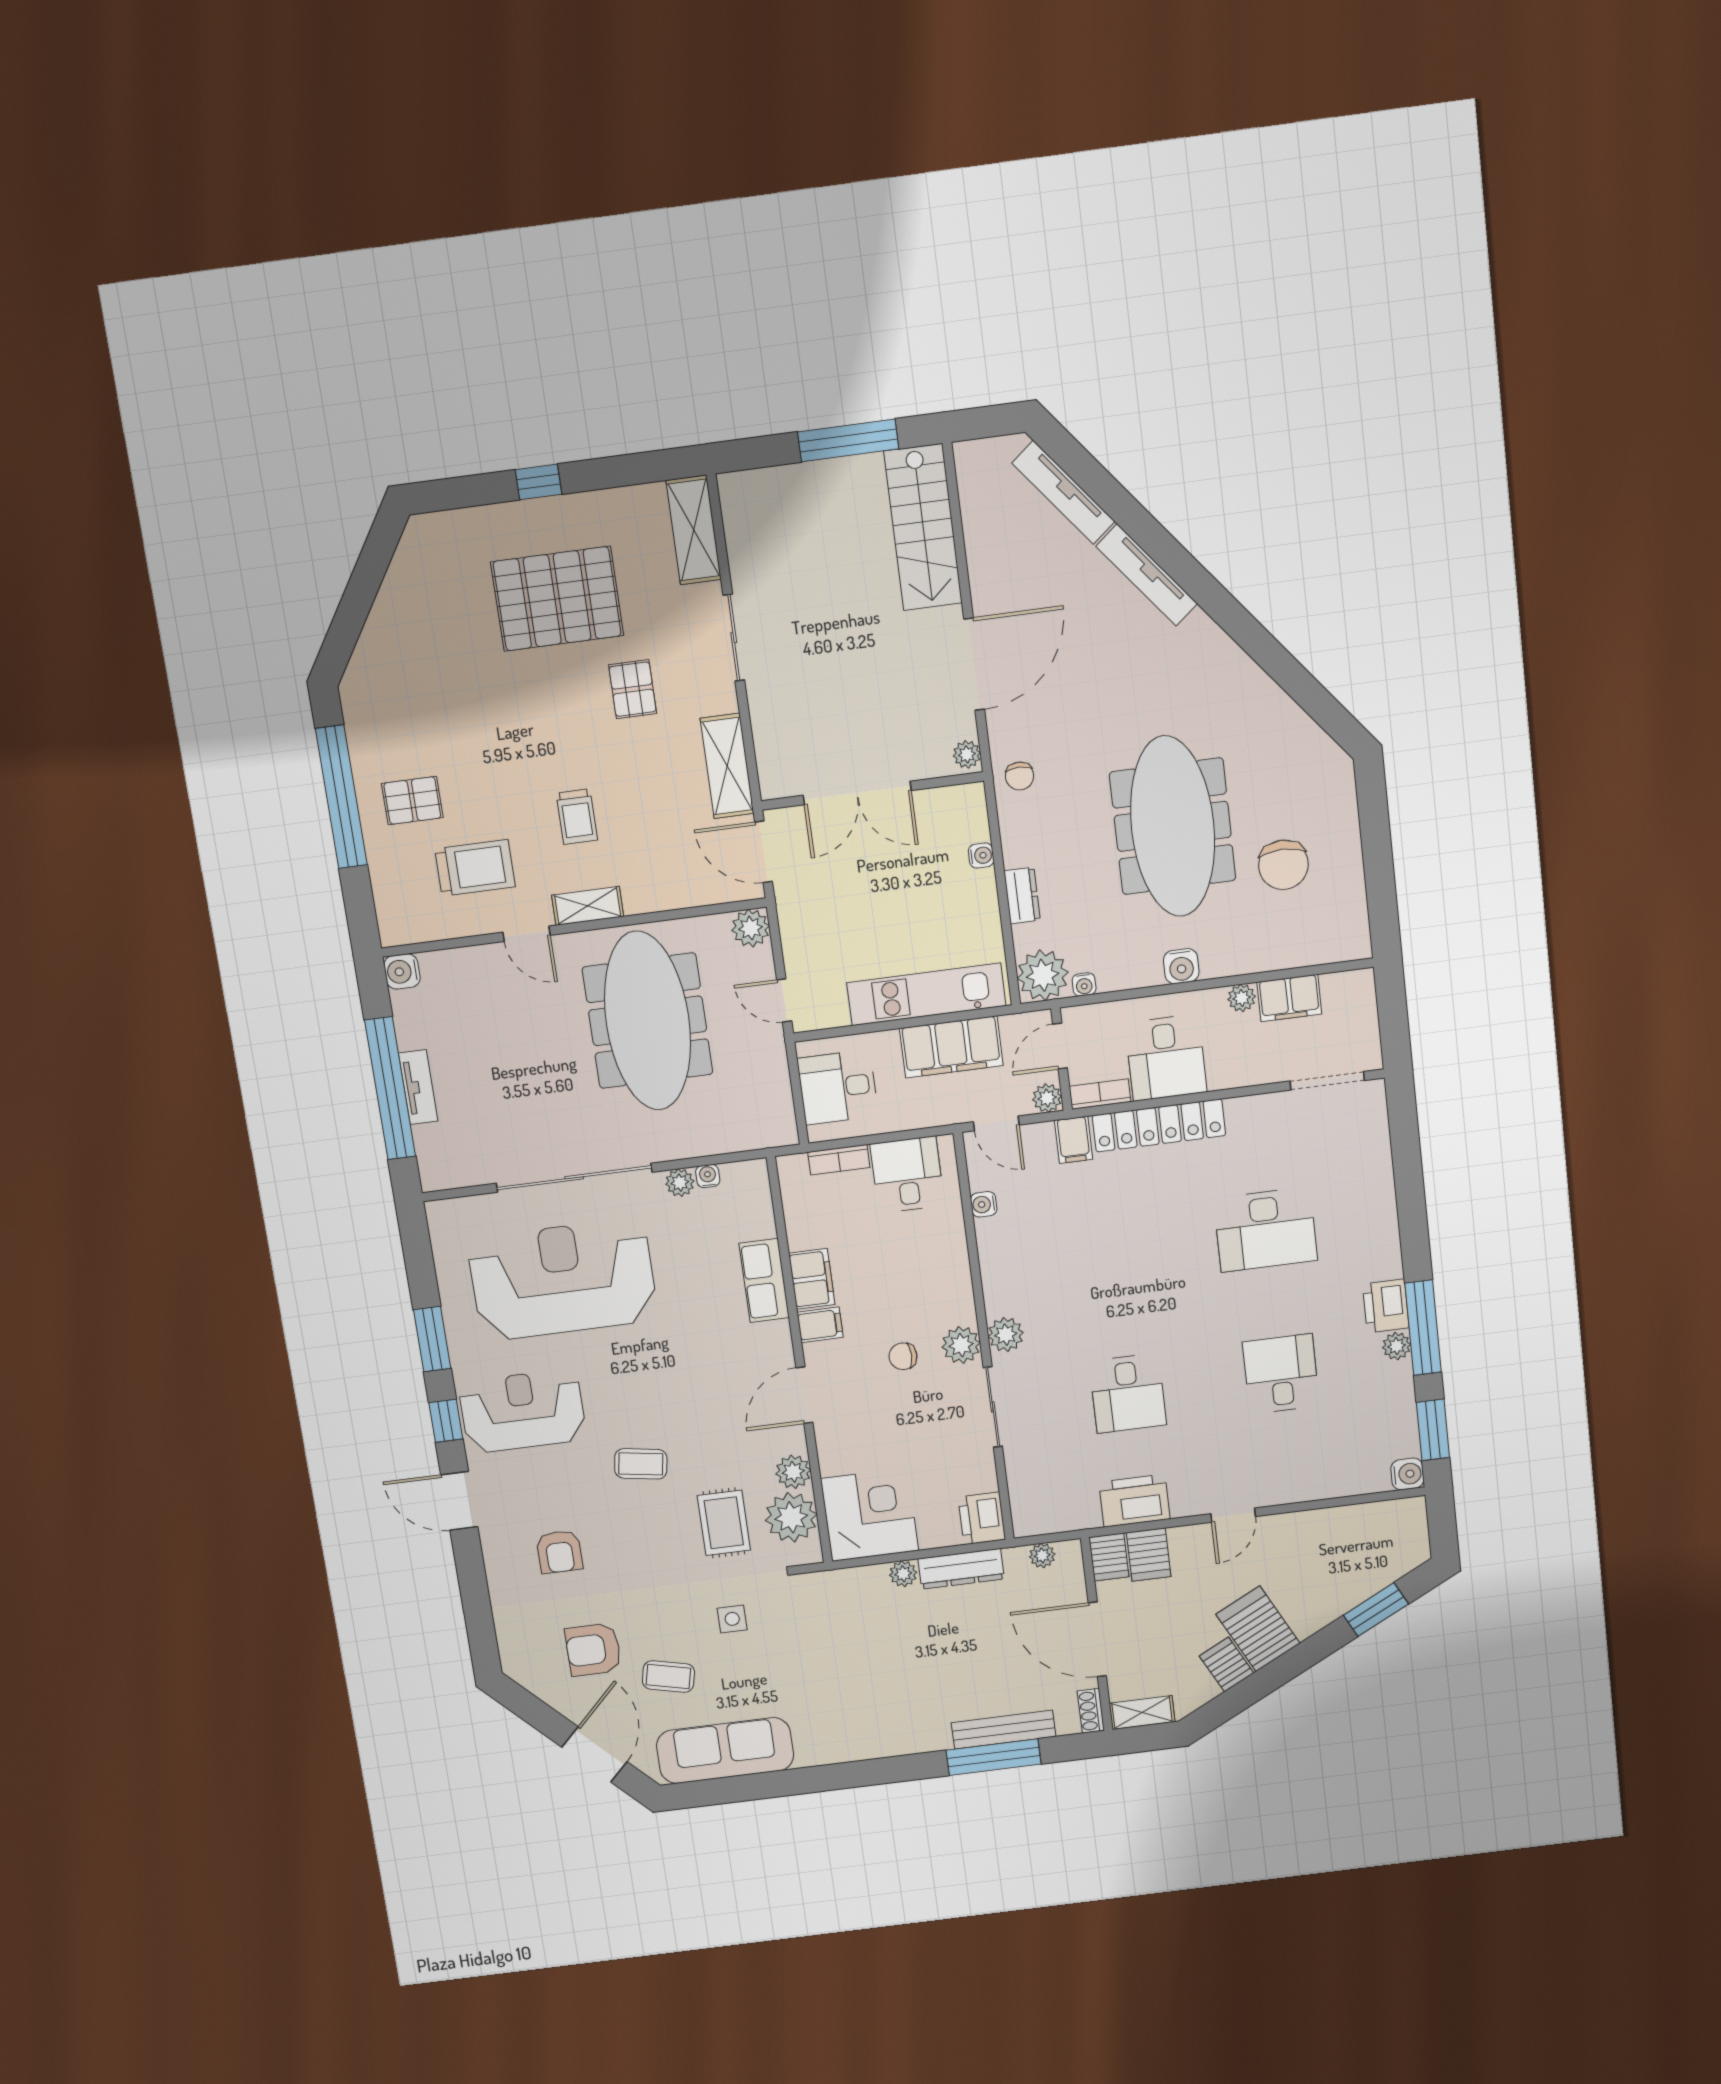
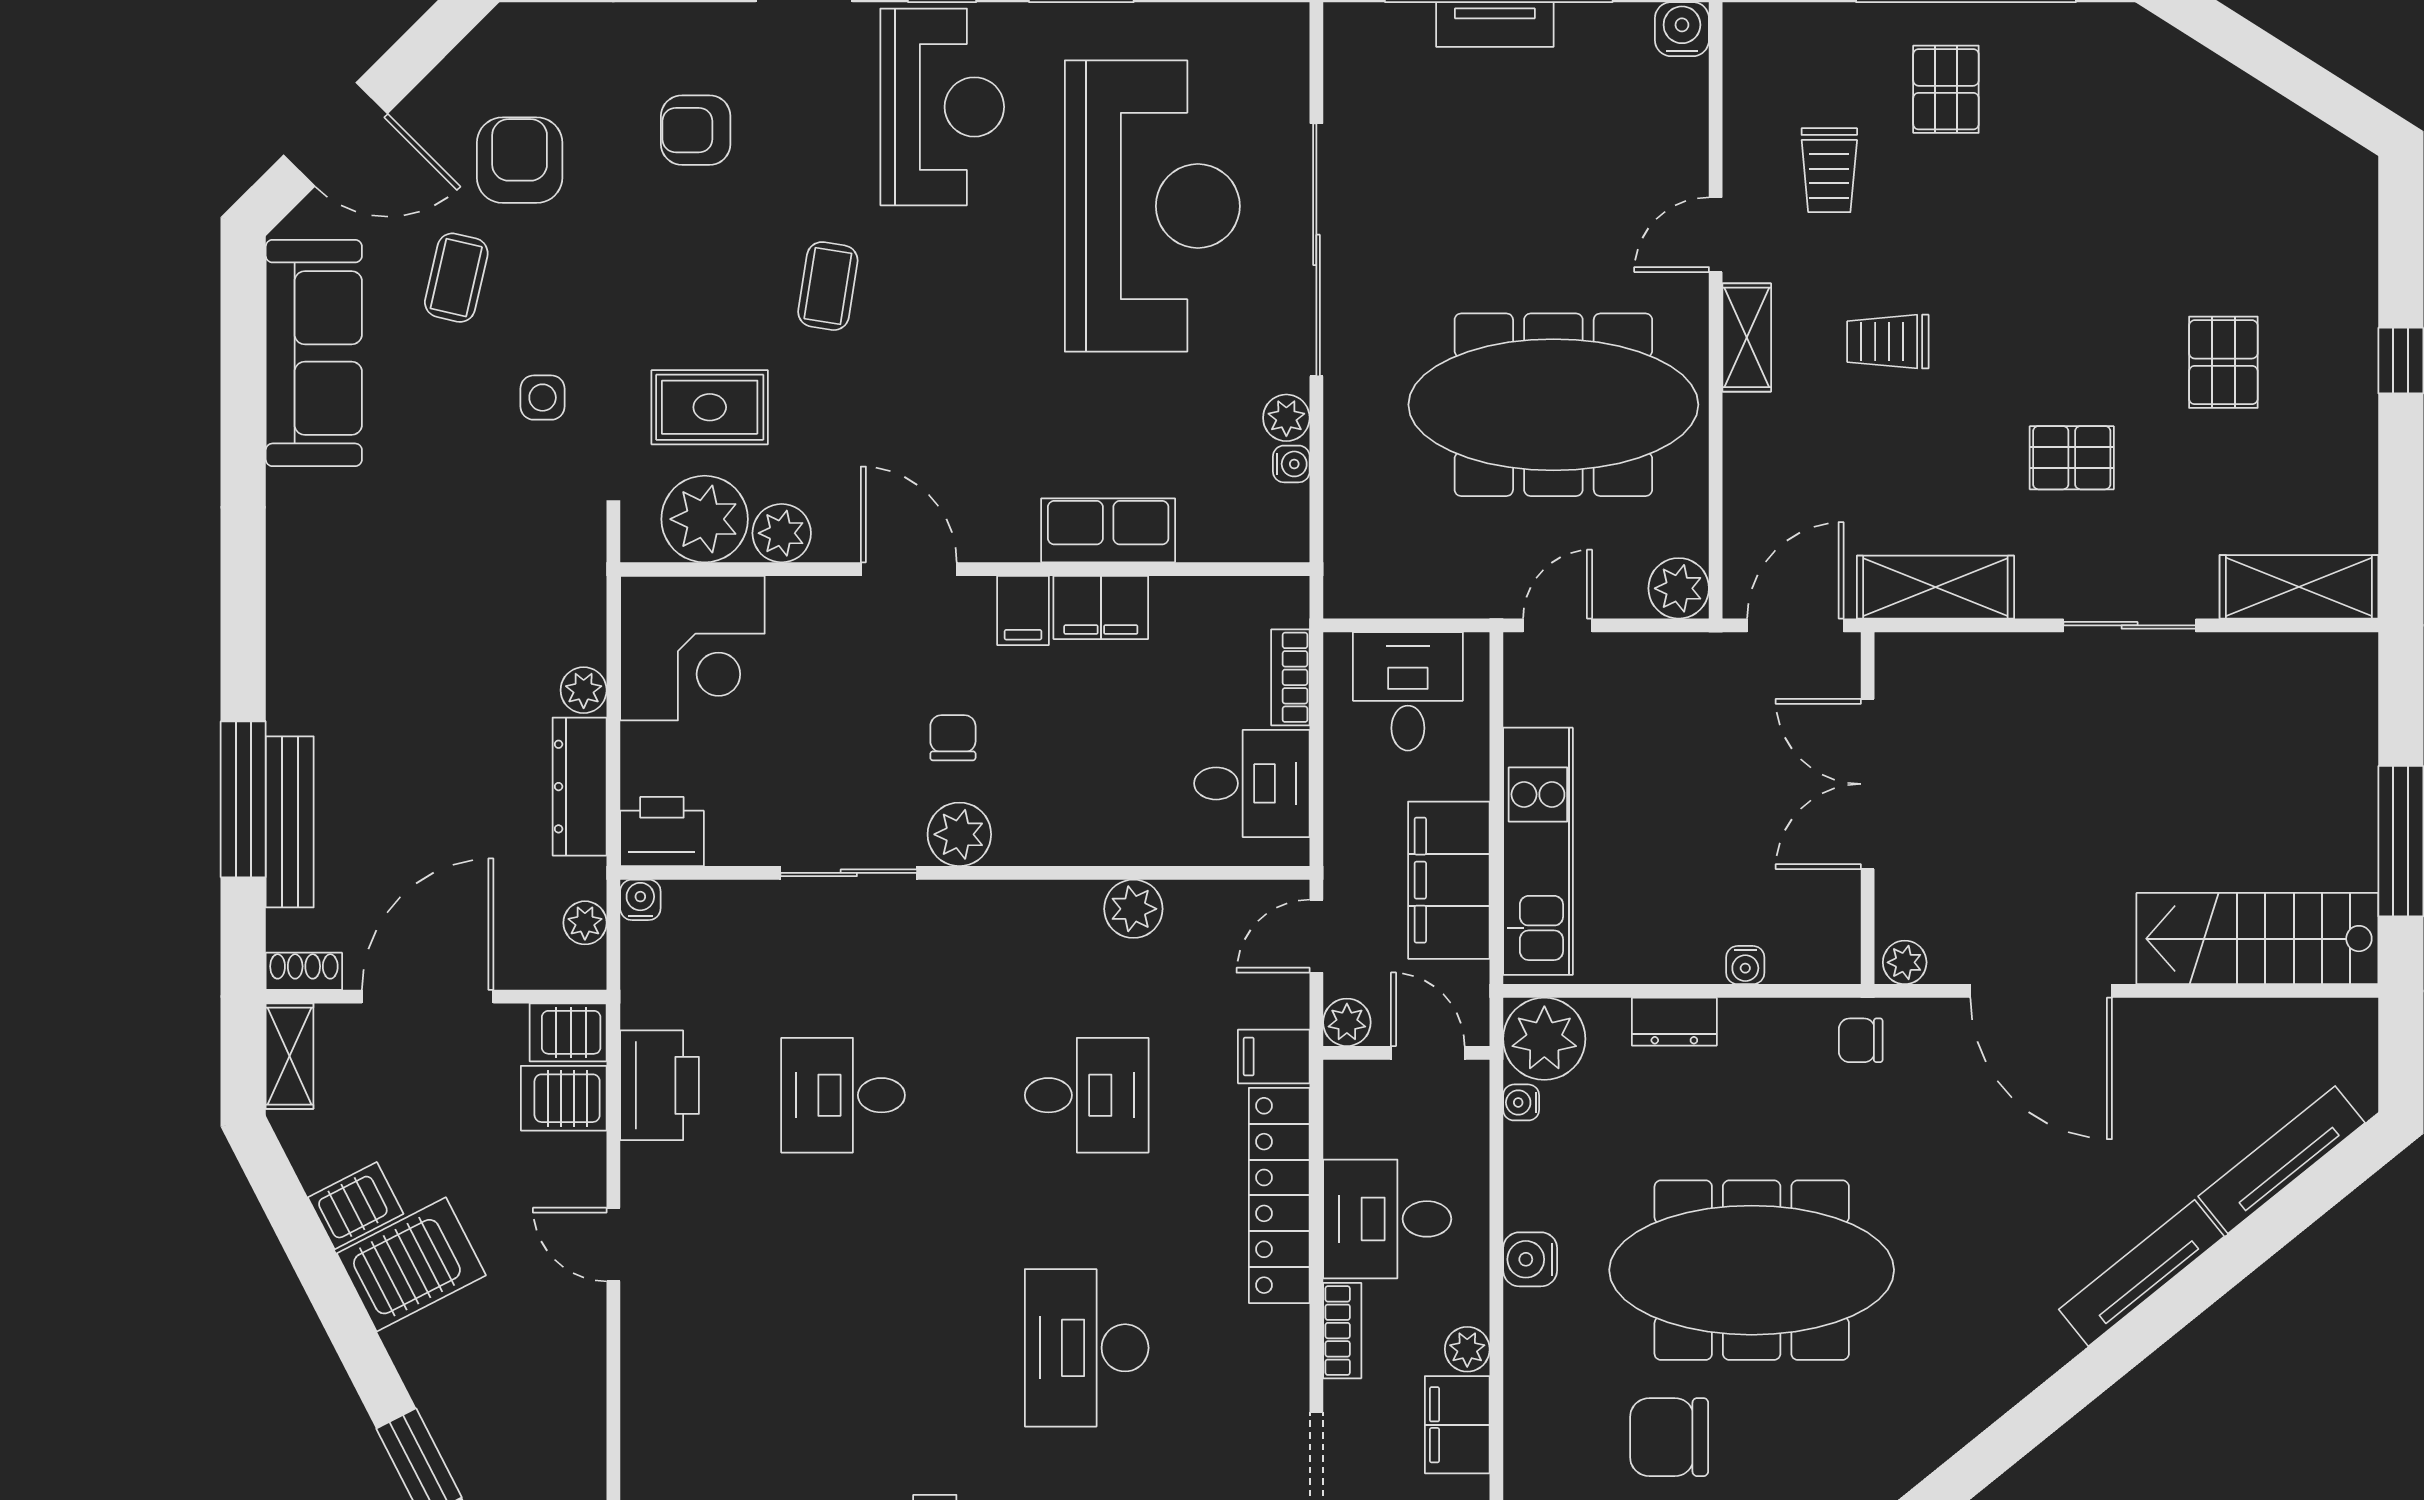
pallet: (557, 599) -> (2223, 362), width x0.49, depth x0.50
trolley: (475, 868) -> (1829, 170), width x0.73, depth x0.72
bookcase: (1100, 1094) -> (1342, 1331), moved
water cooler: (984, 1204) -> (640, 900), moved
plant: (1006, 1335) -> (1133, 909), moved
desk: (1281, 1374) -> (1087, 1095), moved

